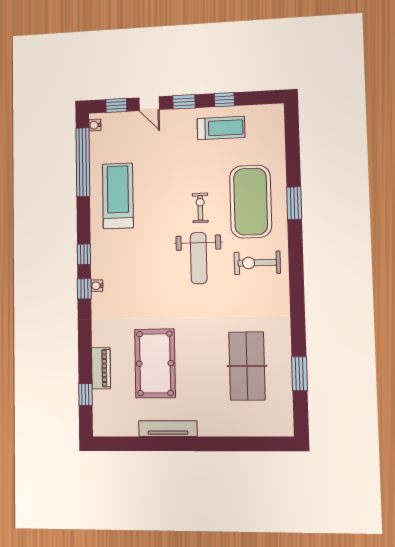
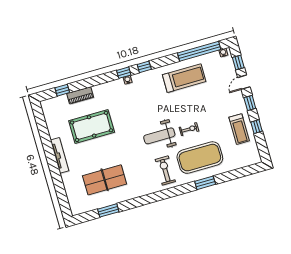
tv unit: (168, 429) -> (60, 155), moved

